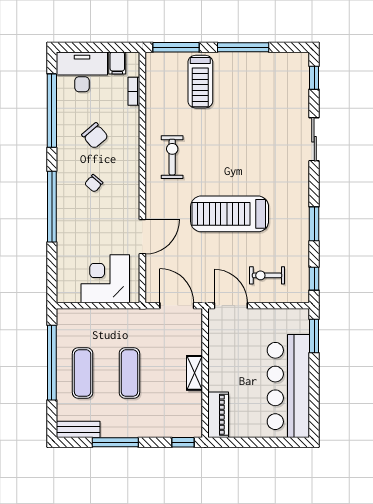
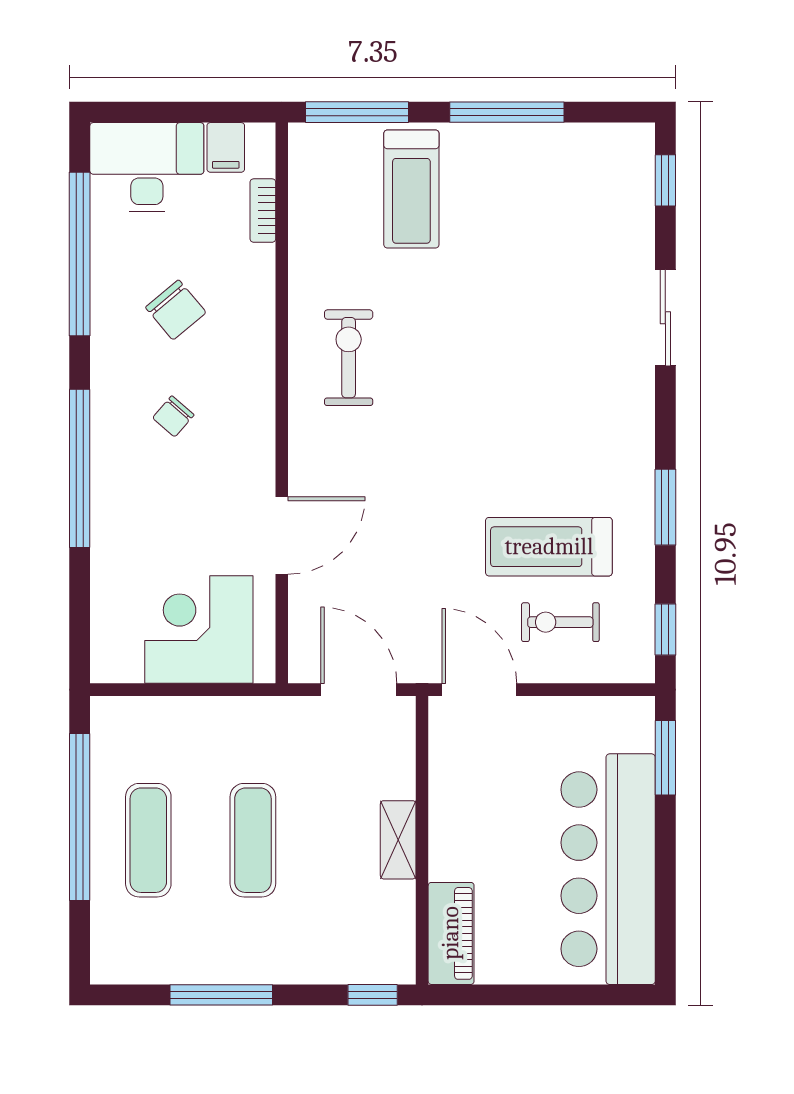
treadmill: (230, 214) -> (549, 547), moved, width x0.73, depth x0.73
bench: (78, 429) -> (138, 966), removed

